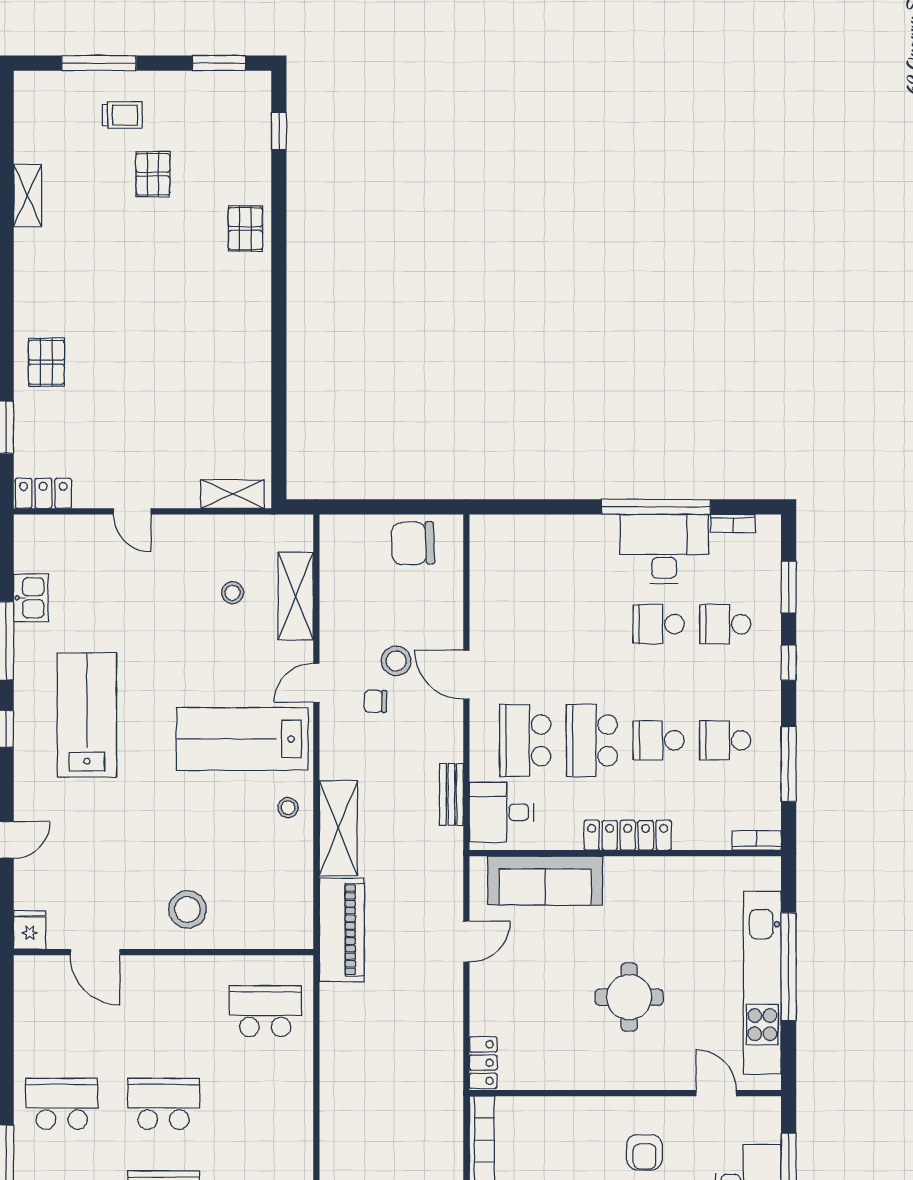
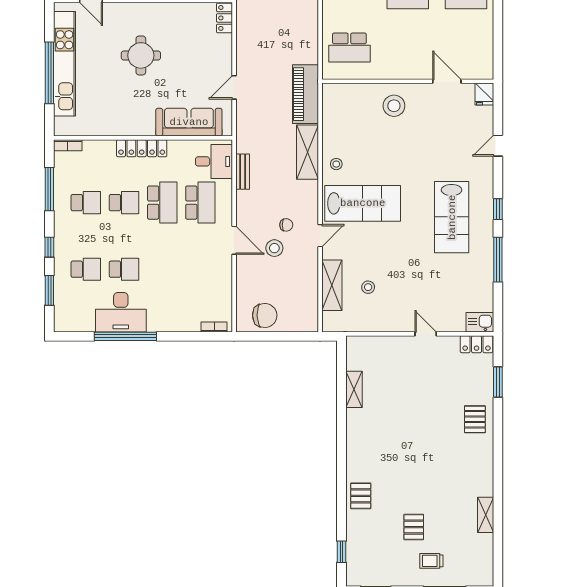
shelving: (232, 494) -> (354, 389), moved, turned 90
bookcase: (733, 523) -> (214, 327), moved
kitchen sink: (31, 598) -> (480, 322), moved, turned 90

